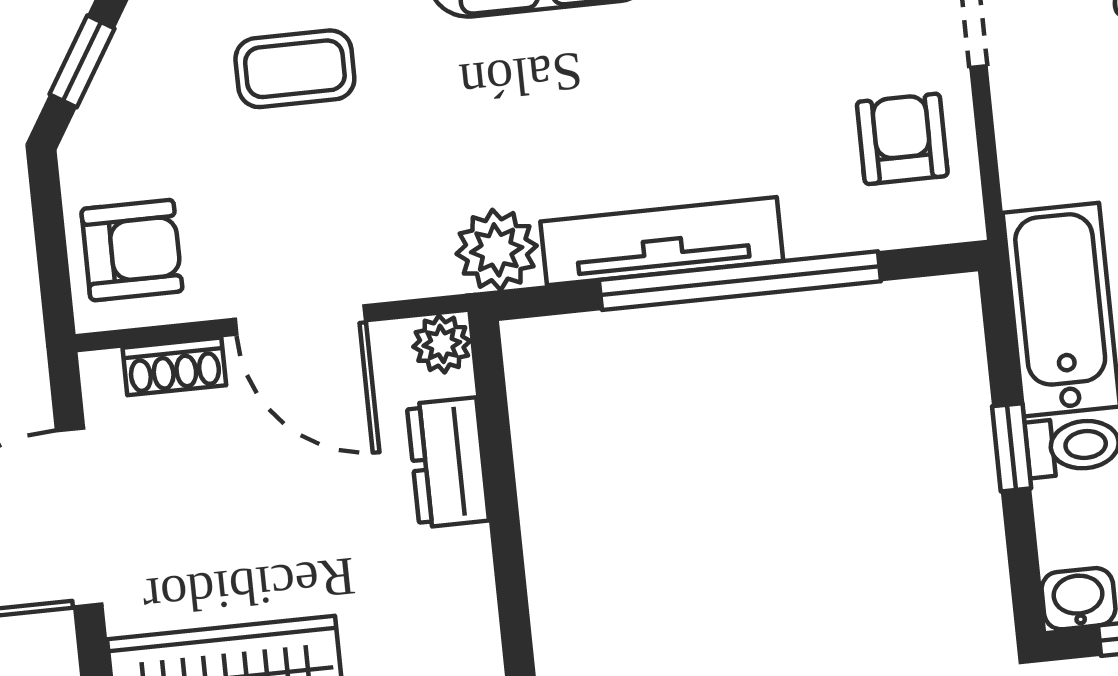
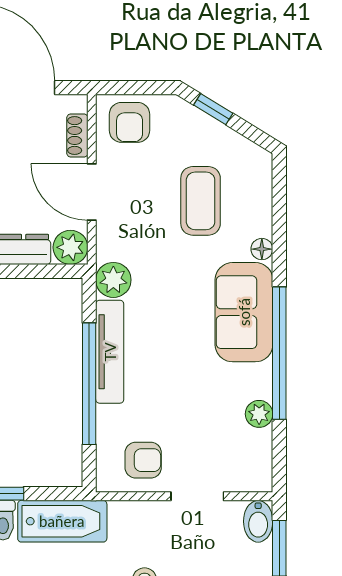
coffee table: (295, 69) -> (201, 201), width x1.36, depth x1.30
door: (300, 320) -> (92, 192), hinge flipped
plant: (442, 344) -> (70, 247), width x1.38, depth x1.38

